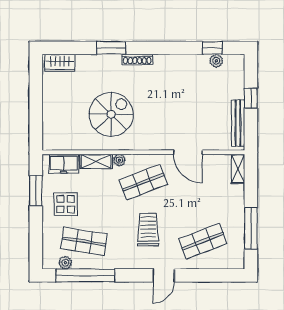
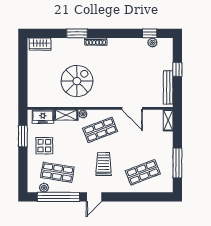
door: (164, 275) -> (94, 197), moved

